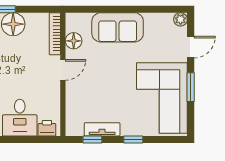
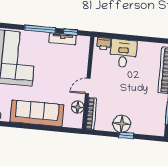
sofa: (118, 27) -> (37, 113), width x1.36
window: (133, 140) -> (40, 29), width x2.17

